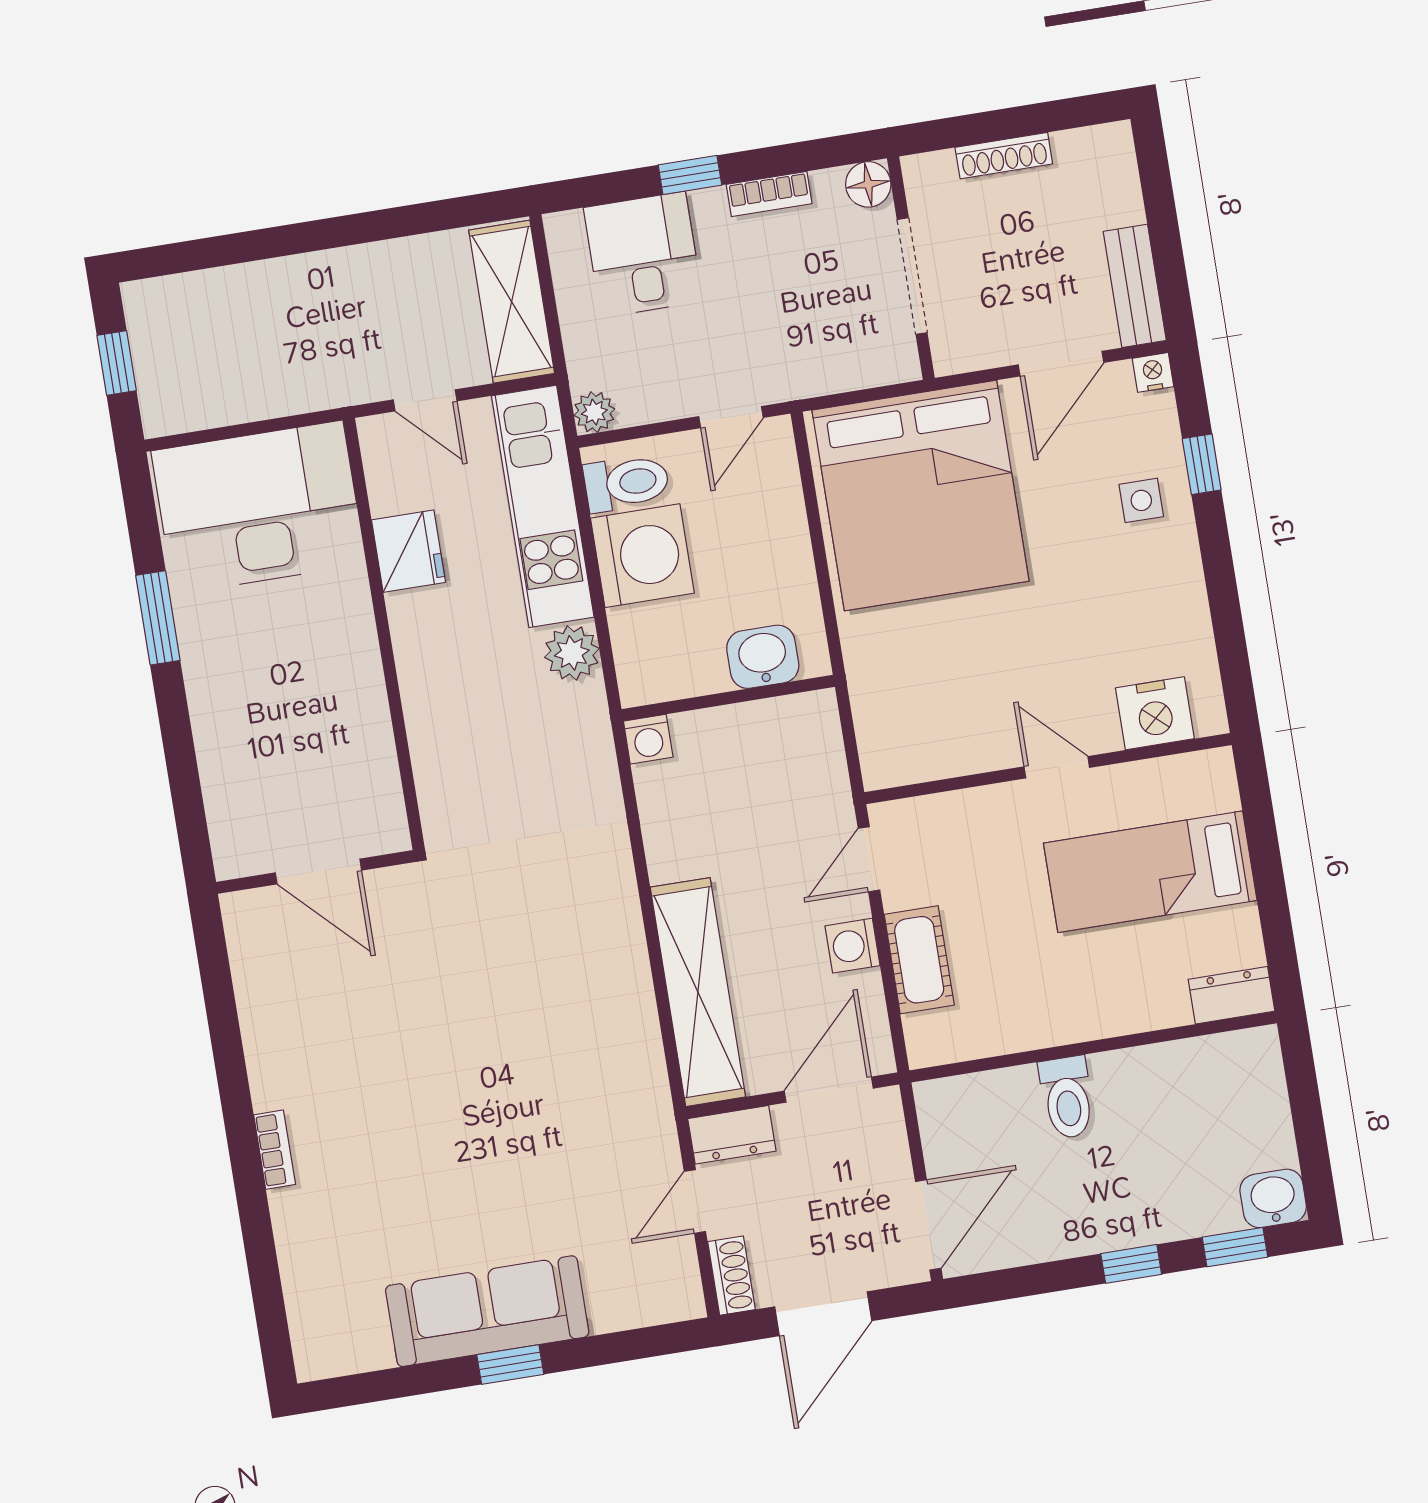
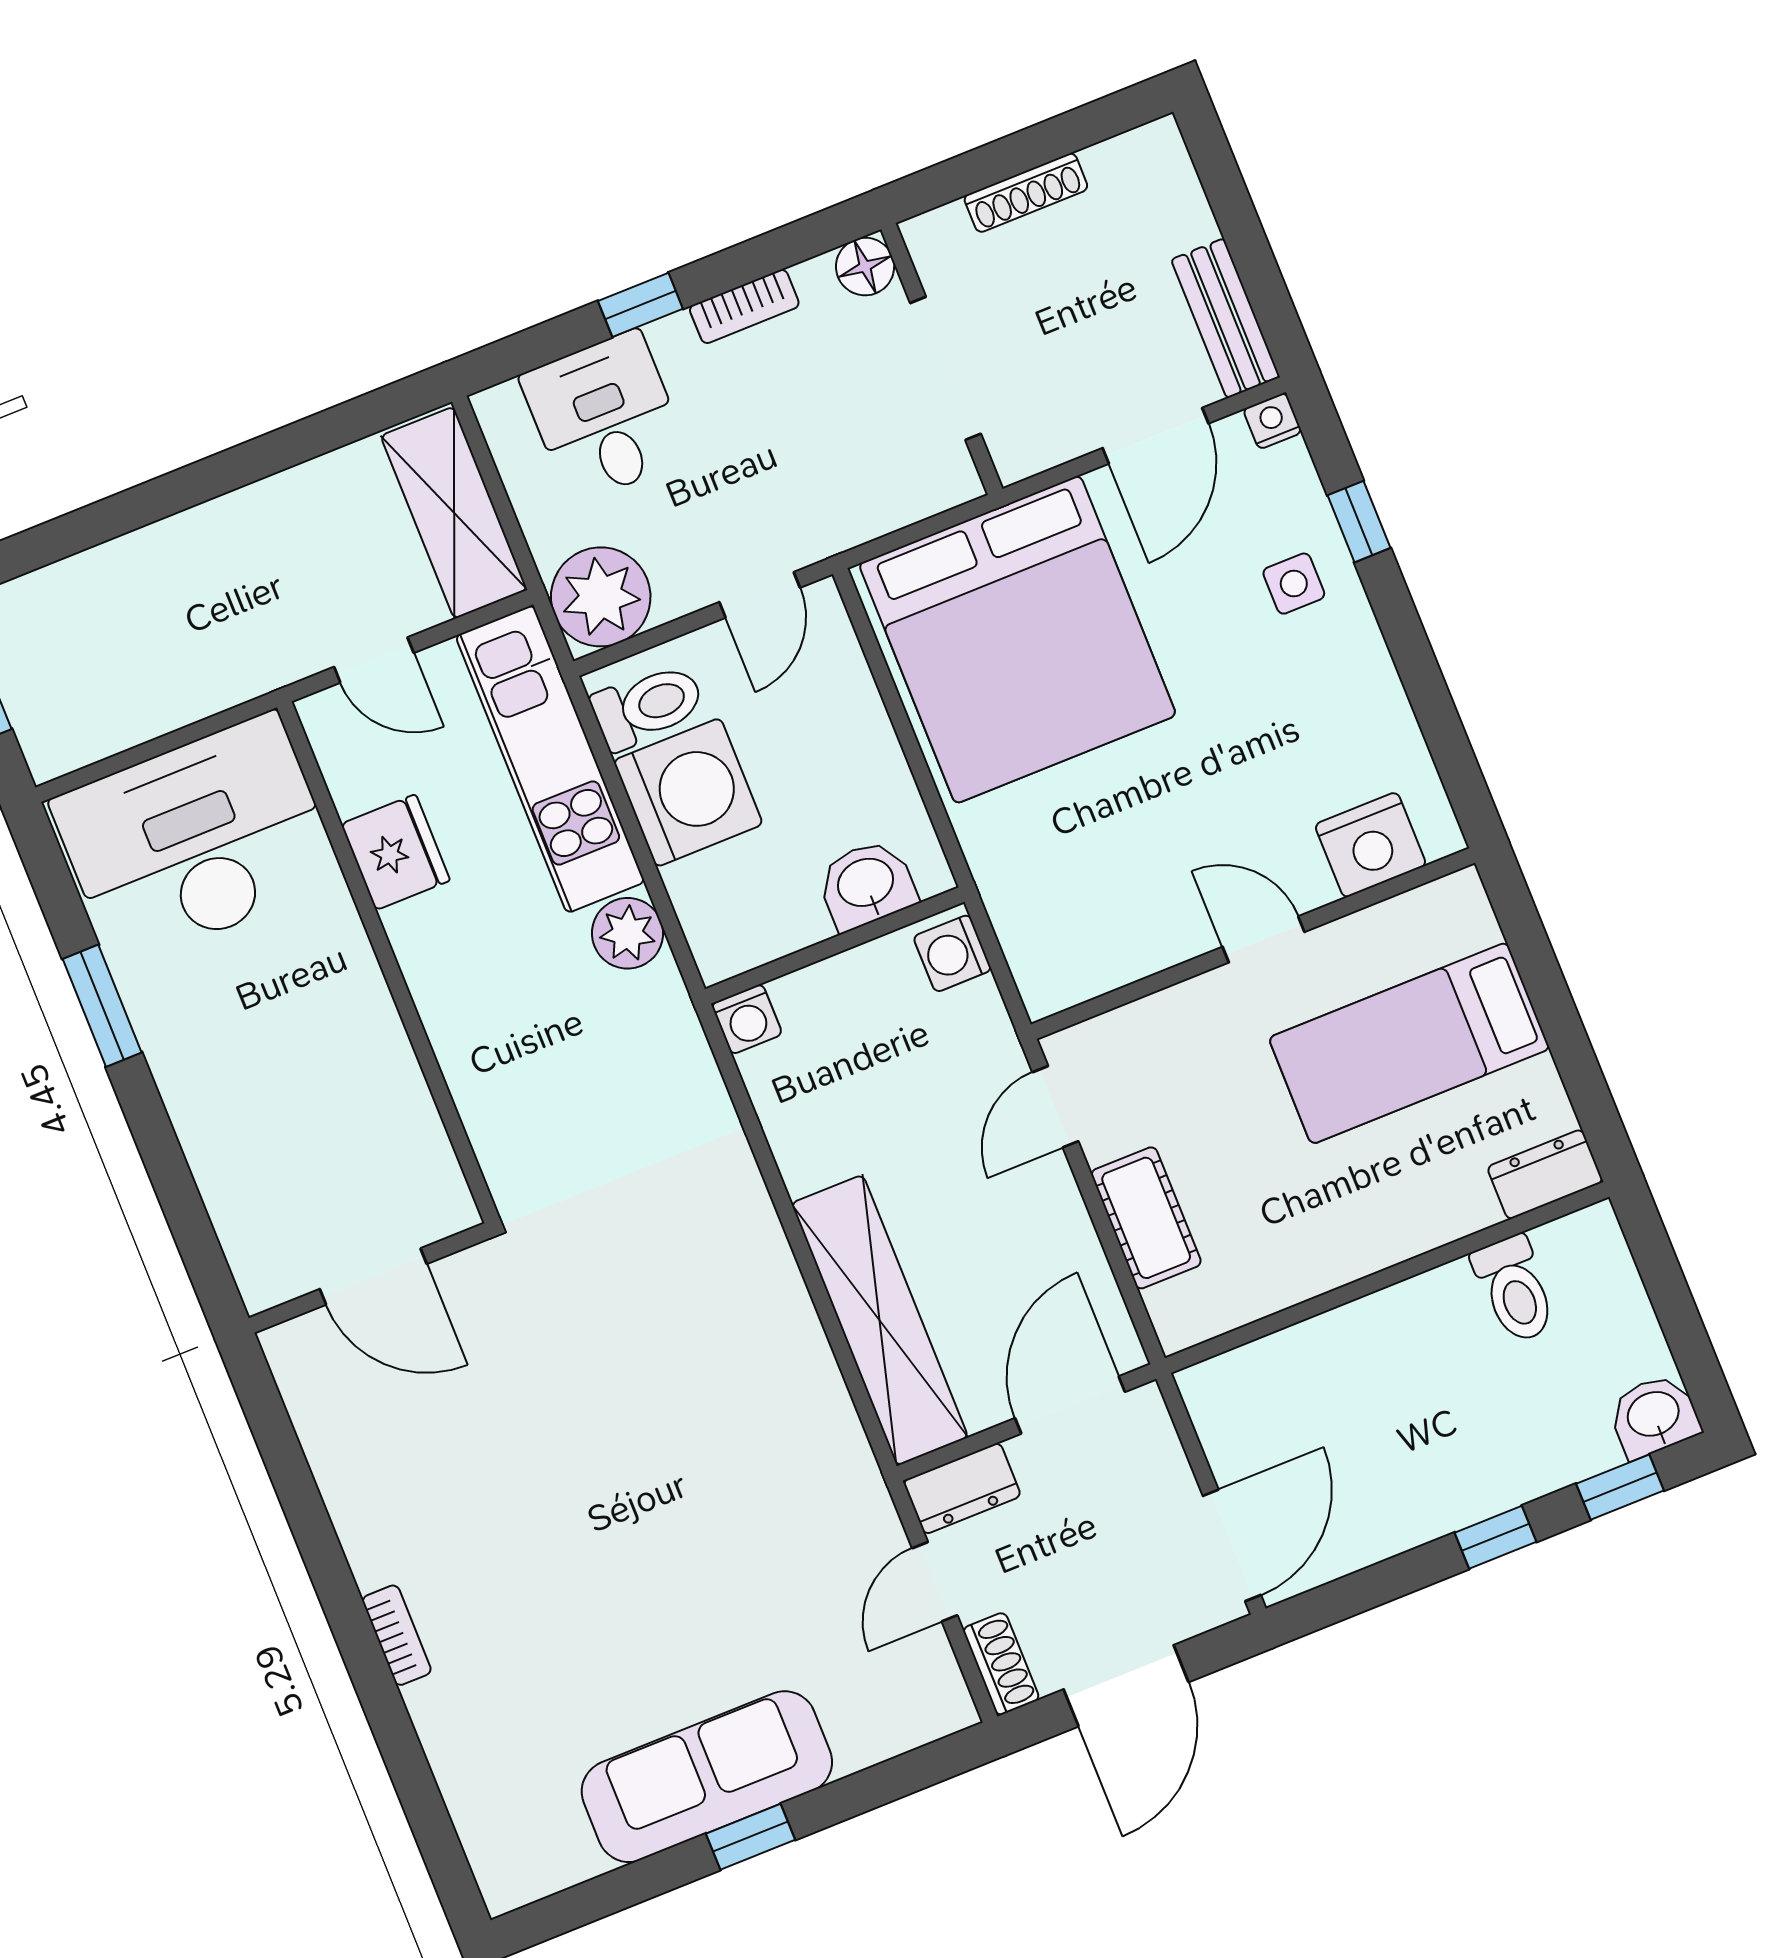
plant: (594, 412) -> (601, 597), width x1.88, depth x1.88
washing machine: (853, 946) -> (952, 953), moved
toilet: (1067, 1097) -> (1515, 1289), moved

